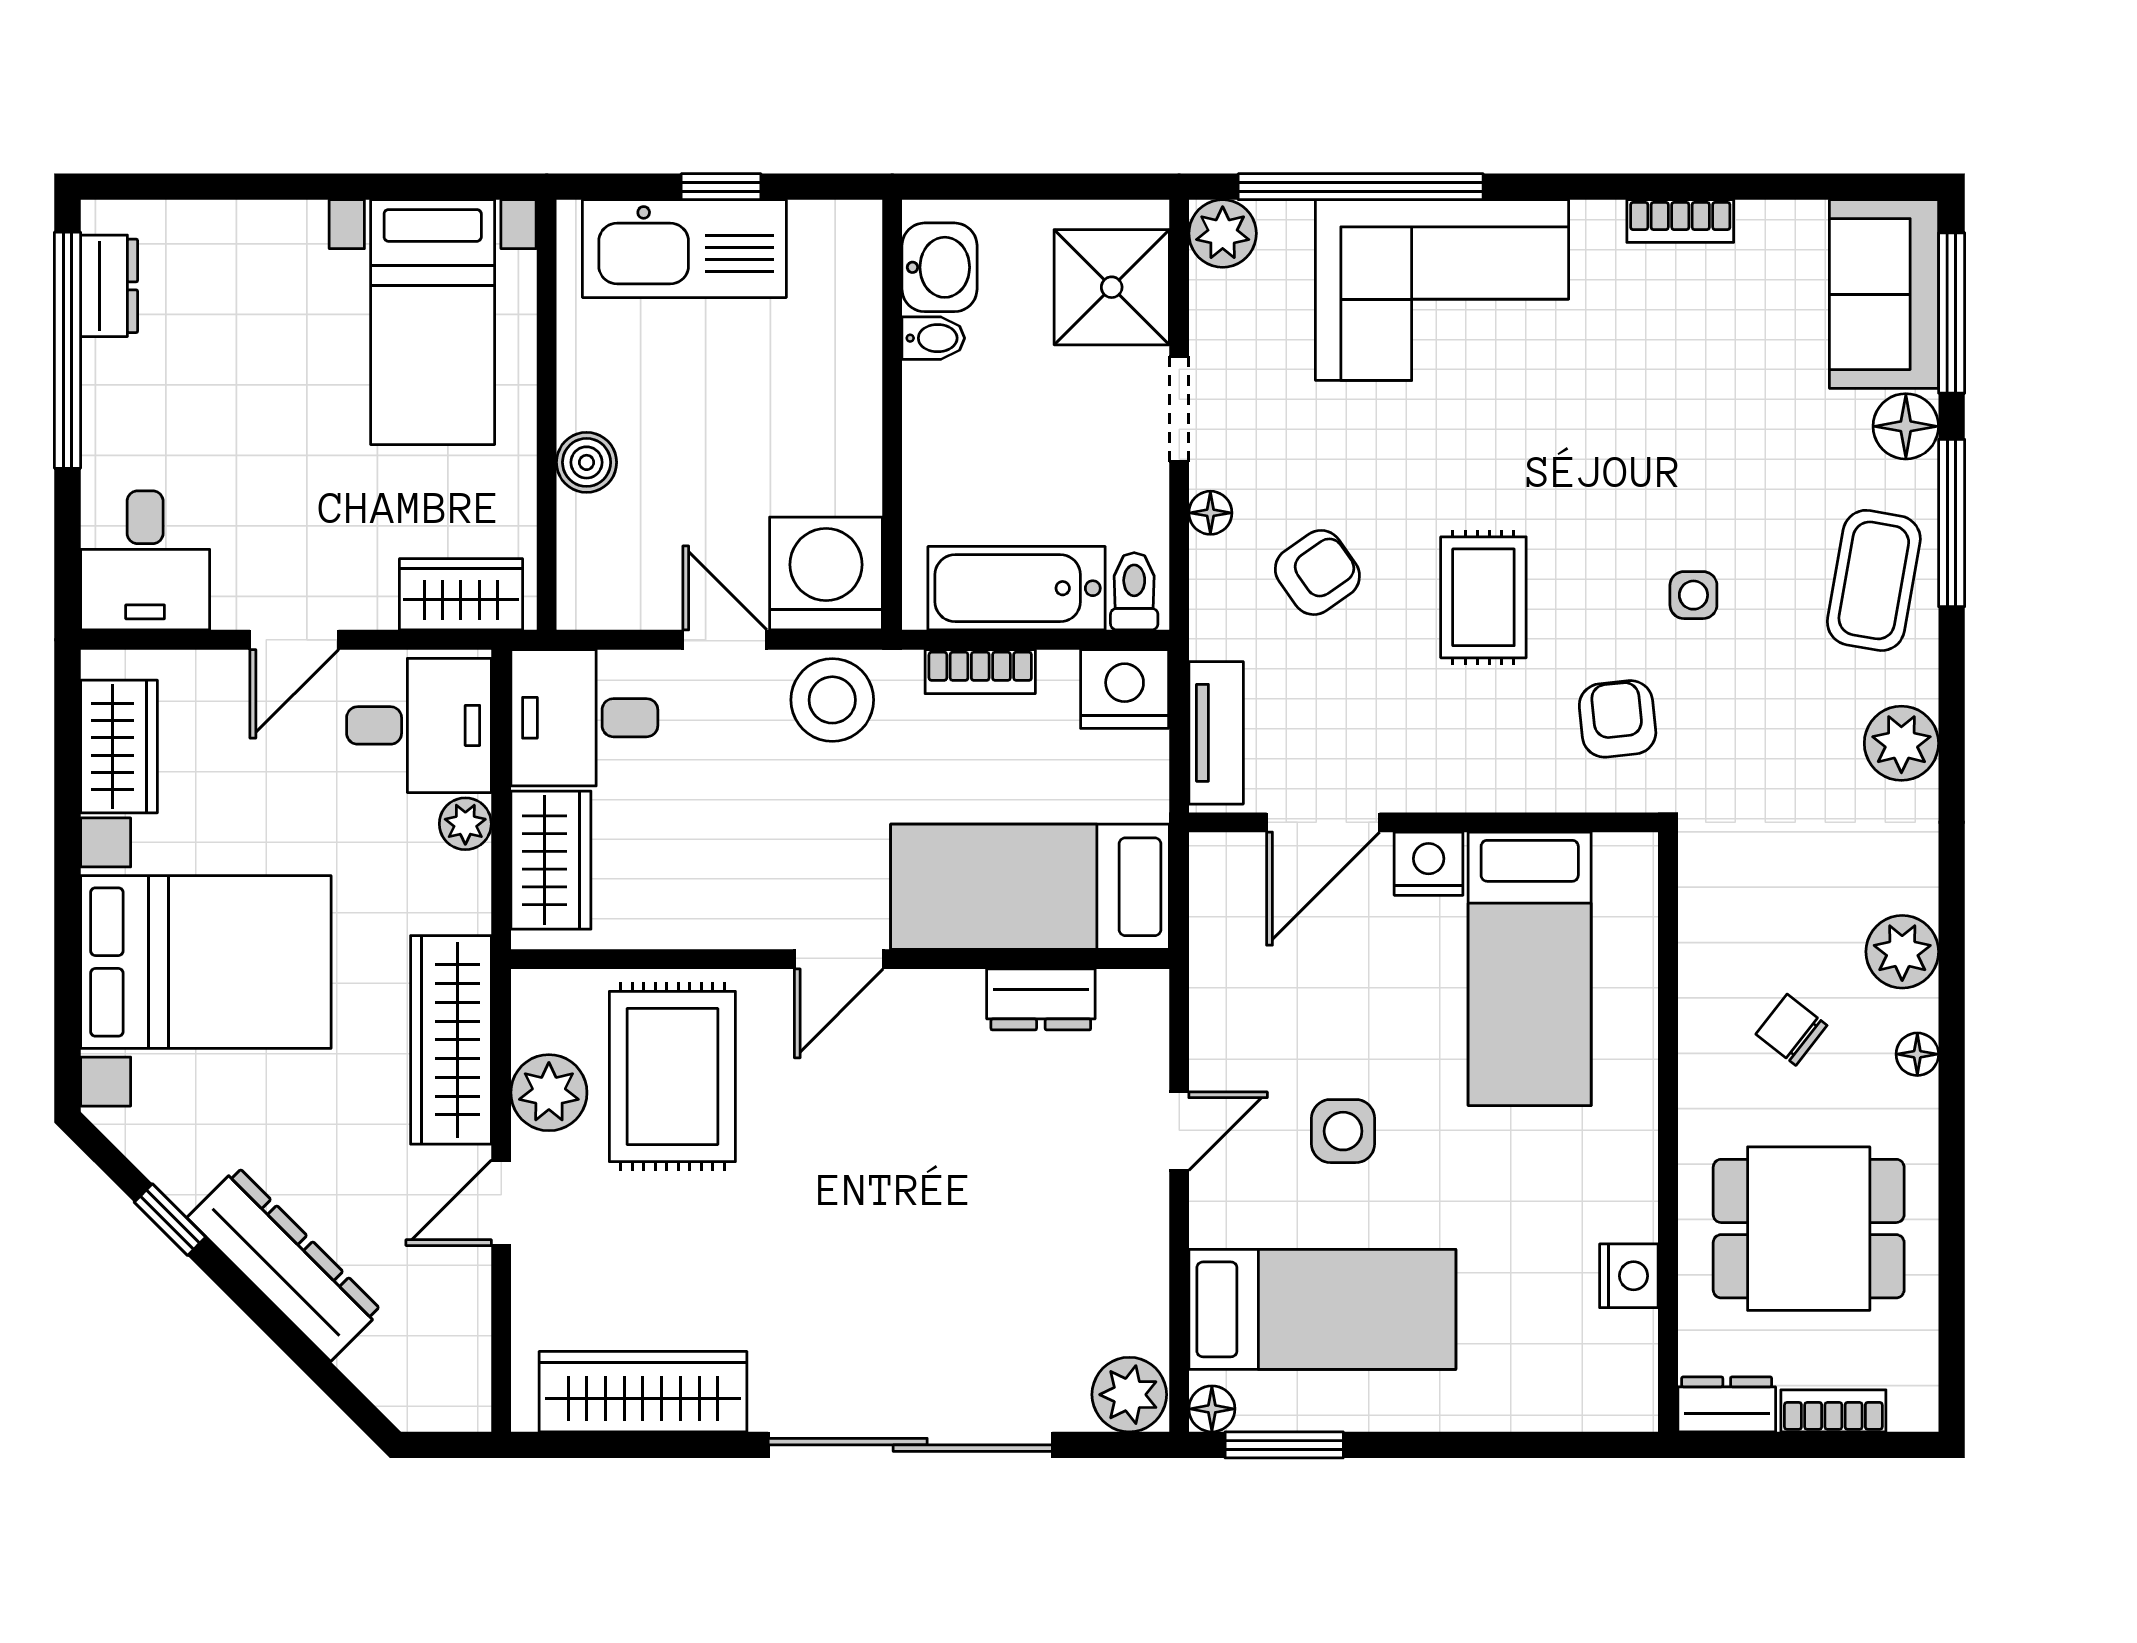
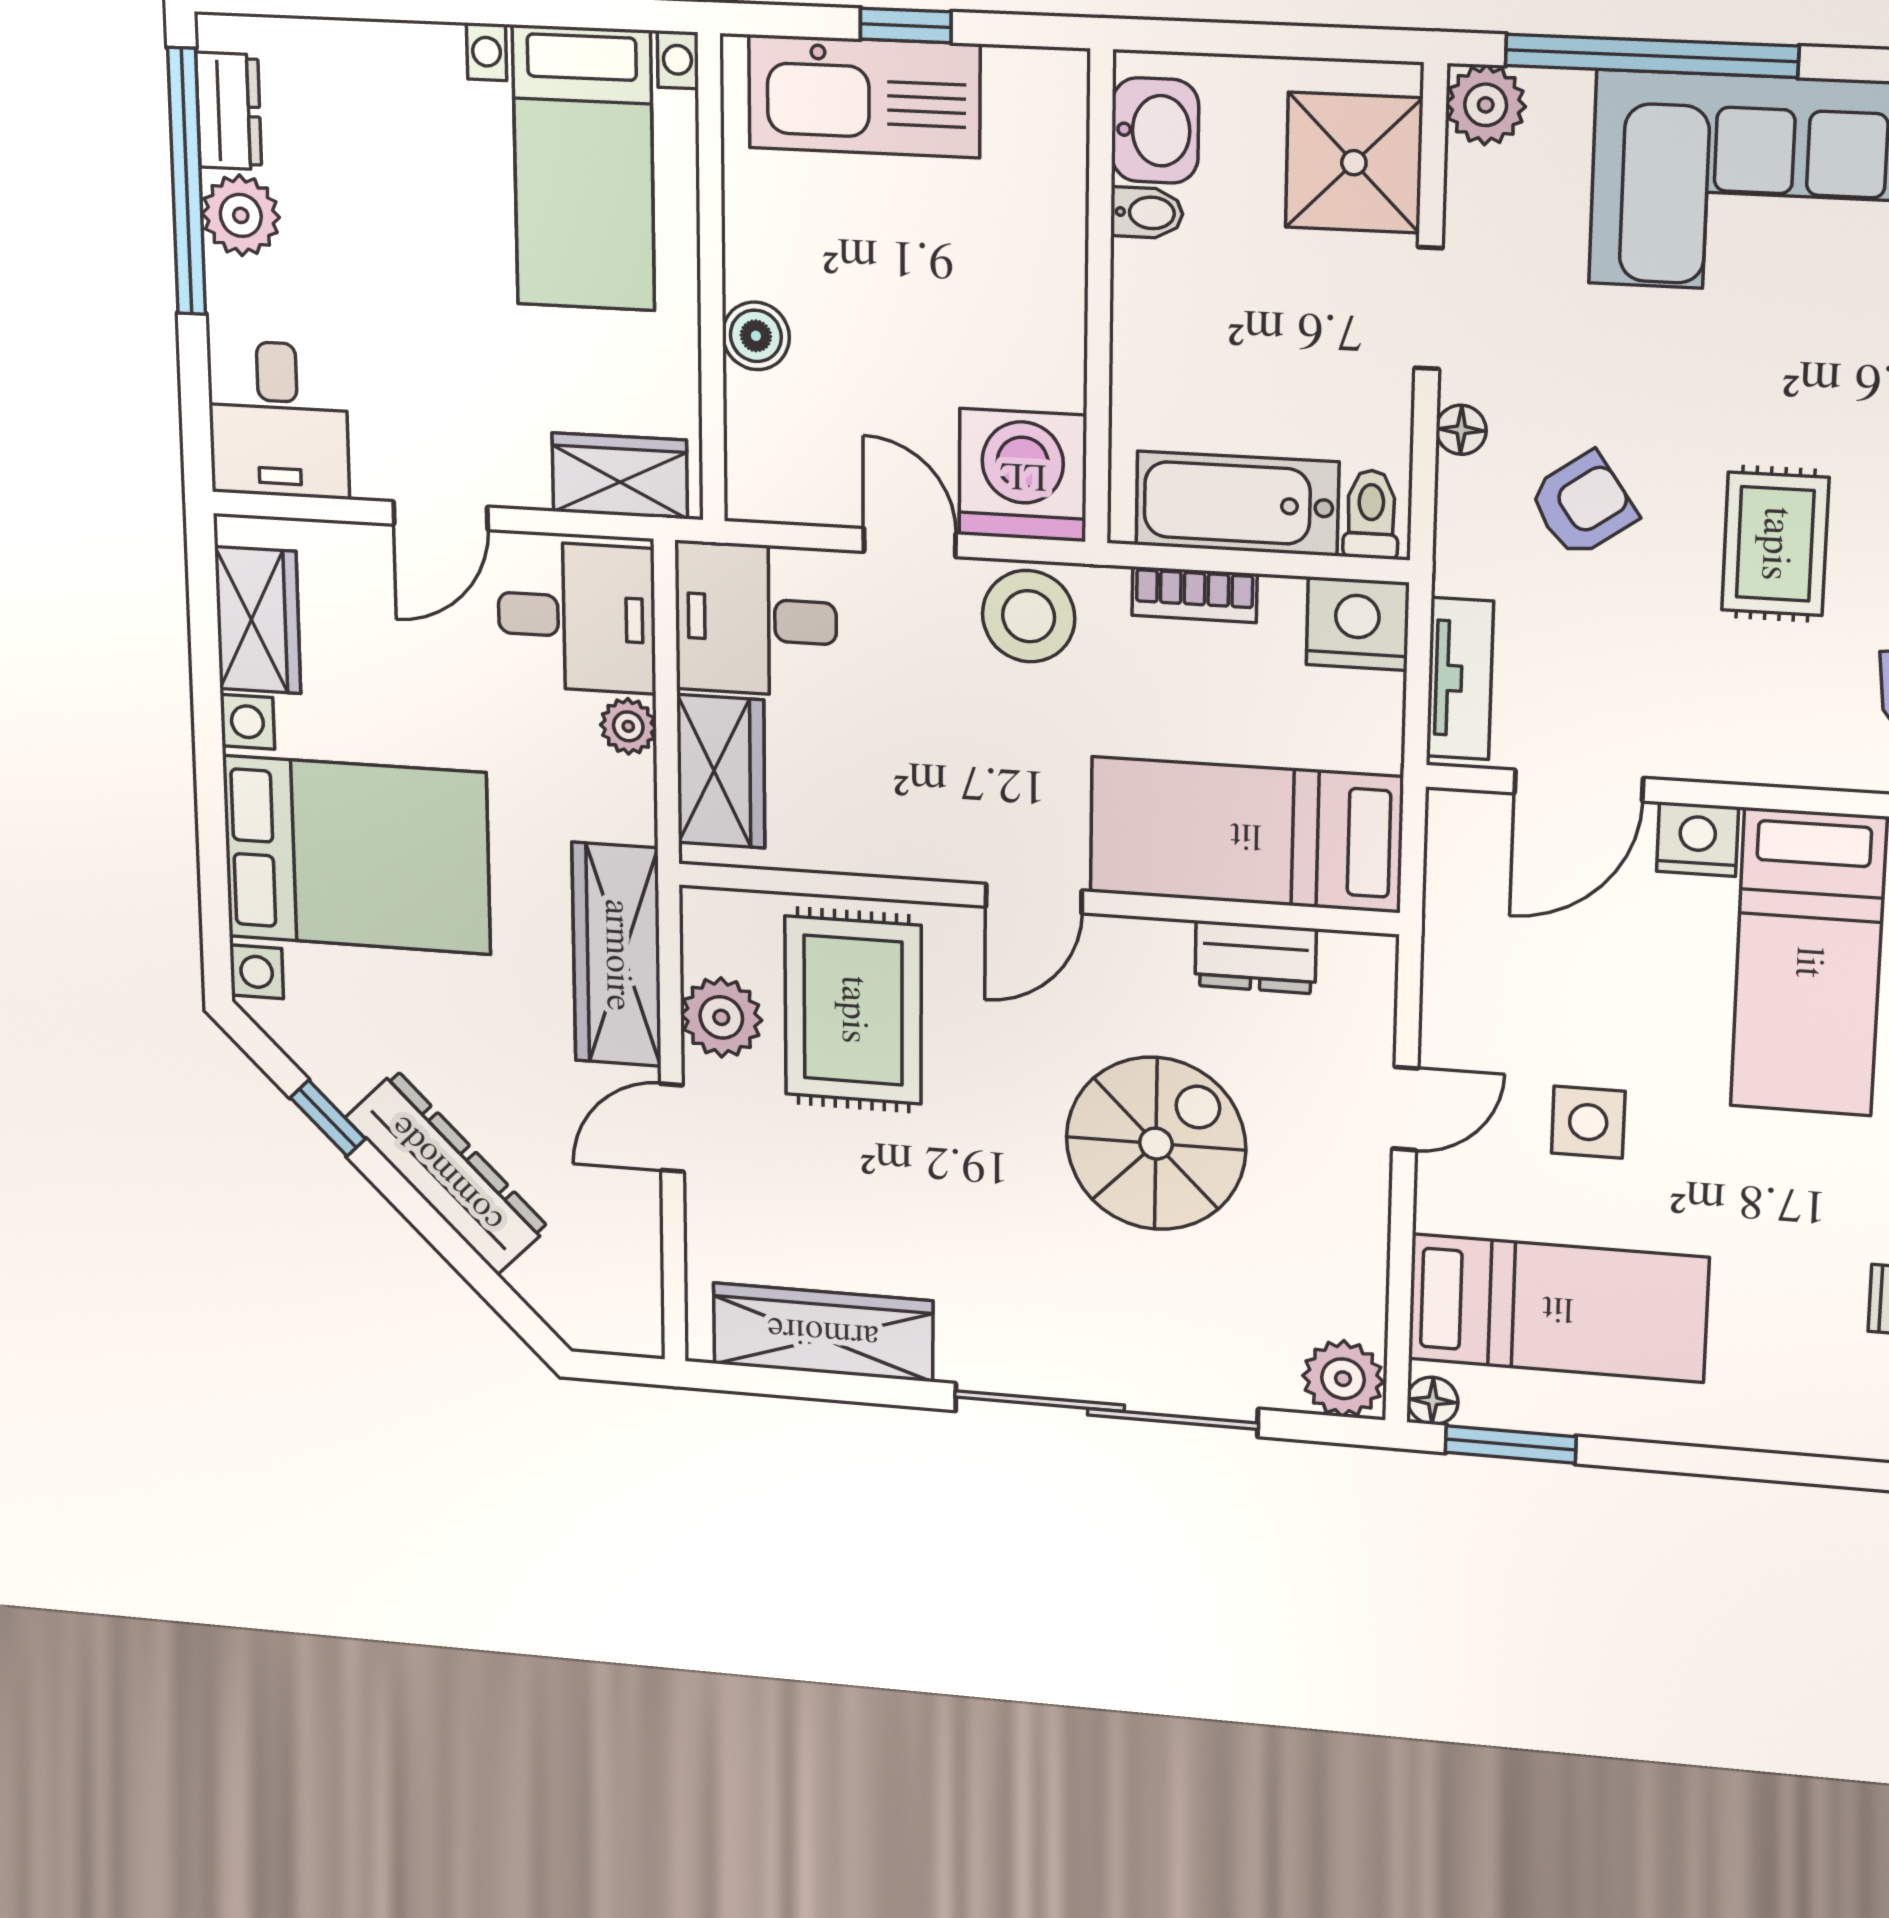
plant: (117, 378) -> (241, 215), added
spiral stairs: (953, 1182) -> (1156, 1144), added

